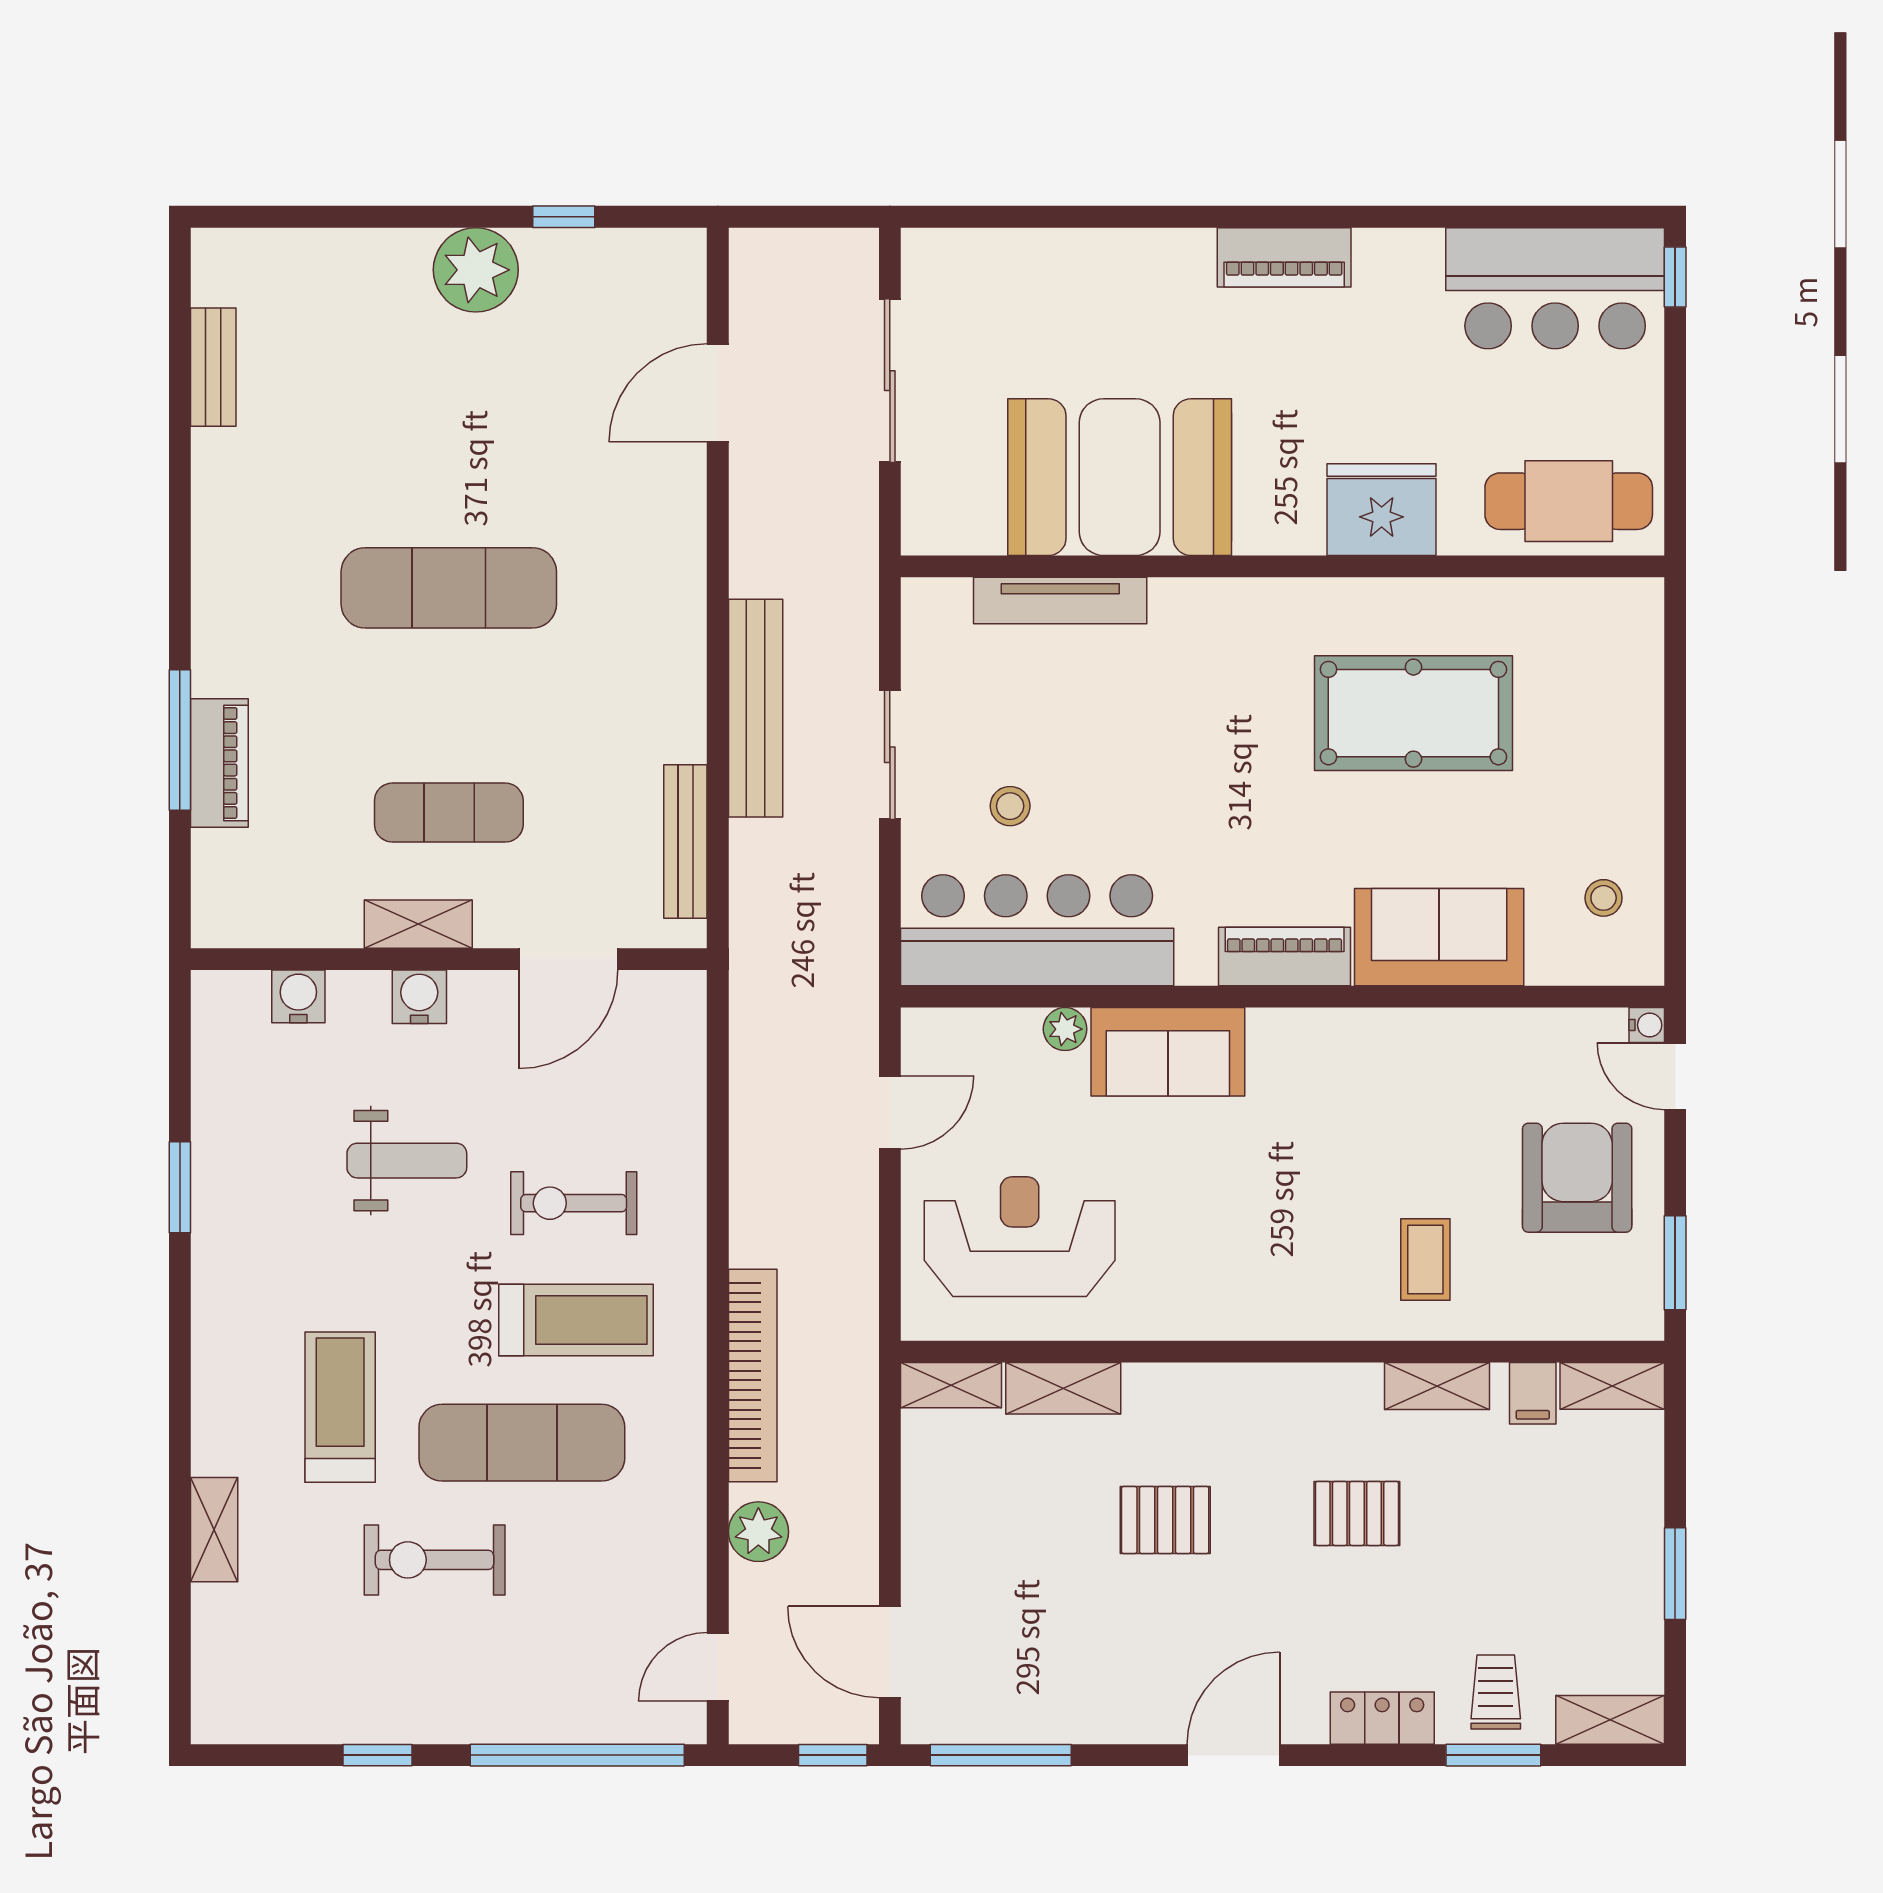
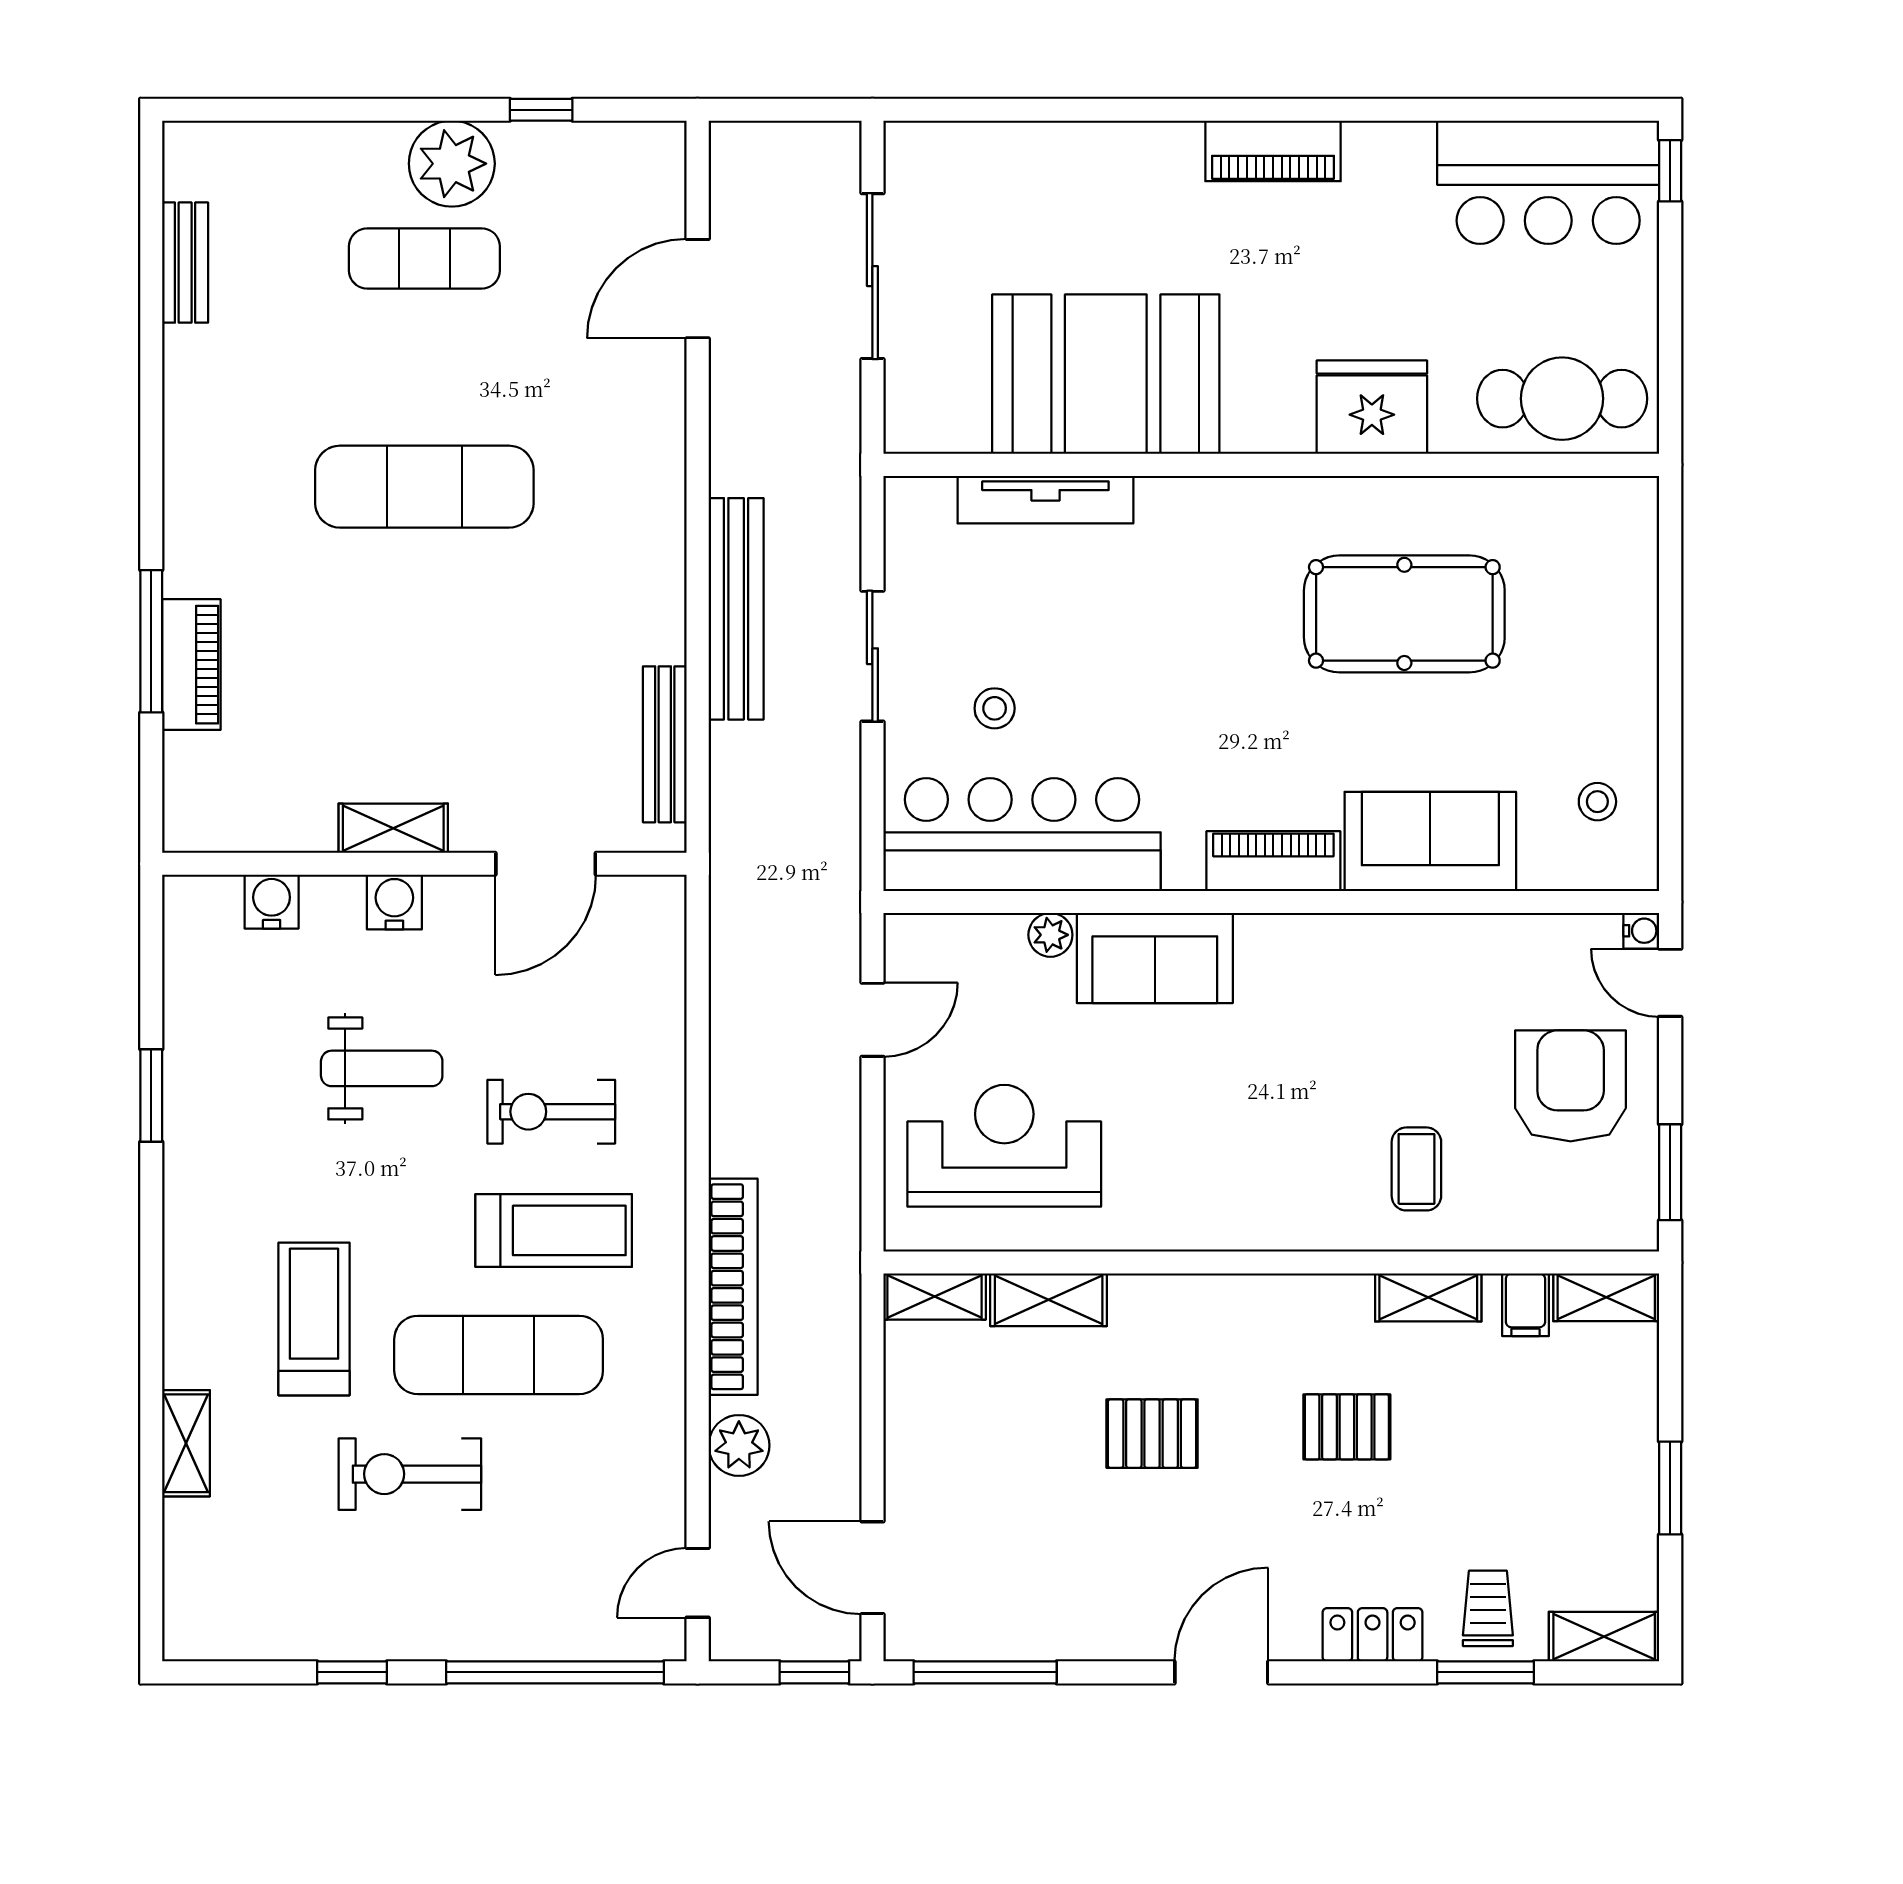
exercise mat: (449, 813) -> (424, 258), moved

